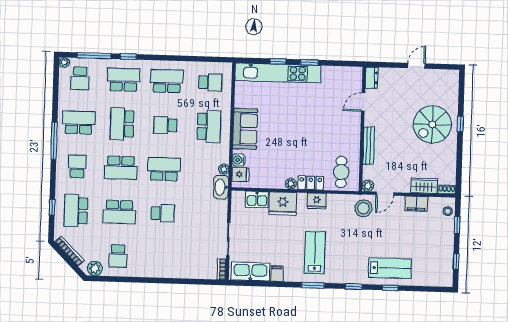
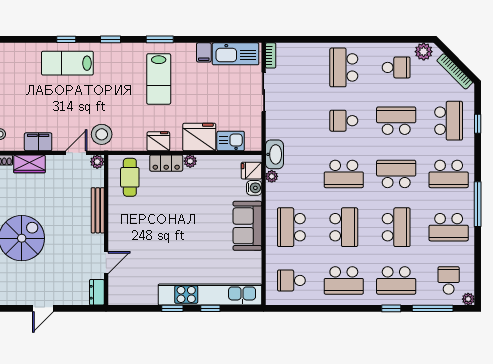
school desk: (165, 125) -> (344, 227), width x1.85
school desk: (77, 166) -> (449, 174), width x1.85
school desk: (118, 256) -> (396, 67), turned 90
school desk: (161, 257) -> (344, 67), added

